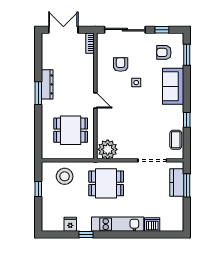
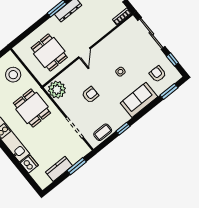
armchair: (121, 64) -> (90, 95), moved
kitchen counter: (177, 182) -> (59, 169), moved

